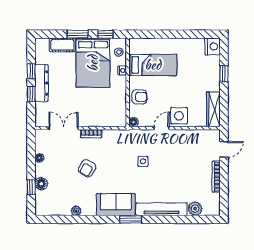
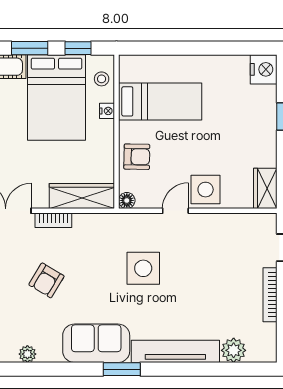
wardrobe: (213, 109) -> (265, 188), width x0.67
wardrobe: (108, 120) -> (82, 196), added
side table: (143, 161) -> (143, 268), width x1.87, depth x1.87

